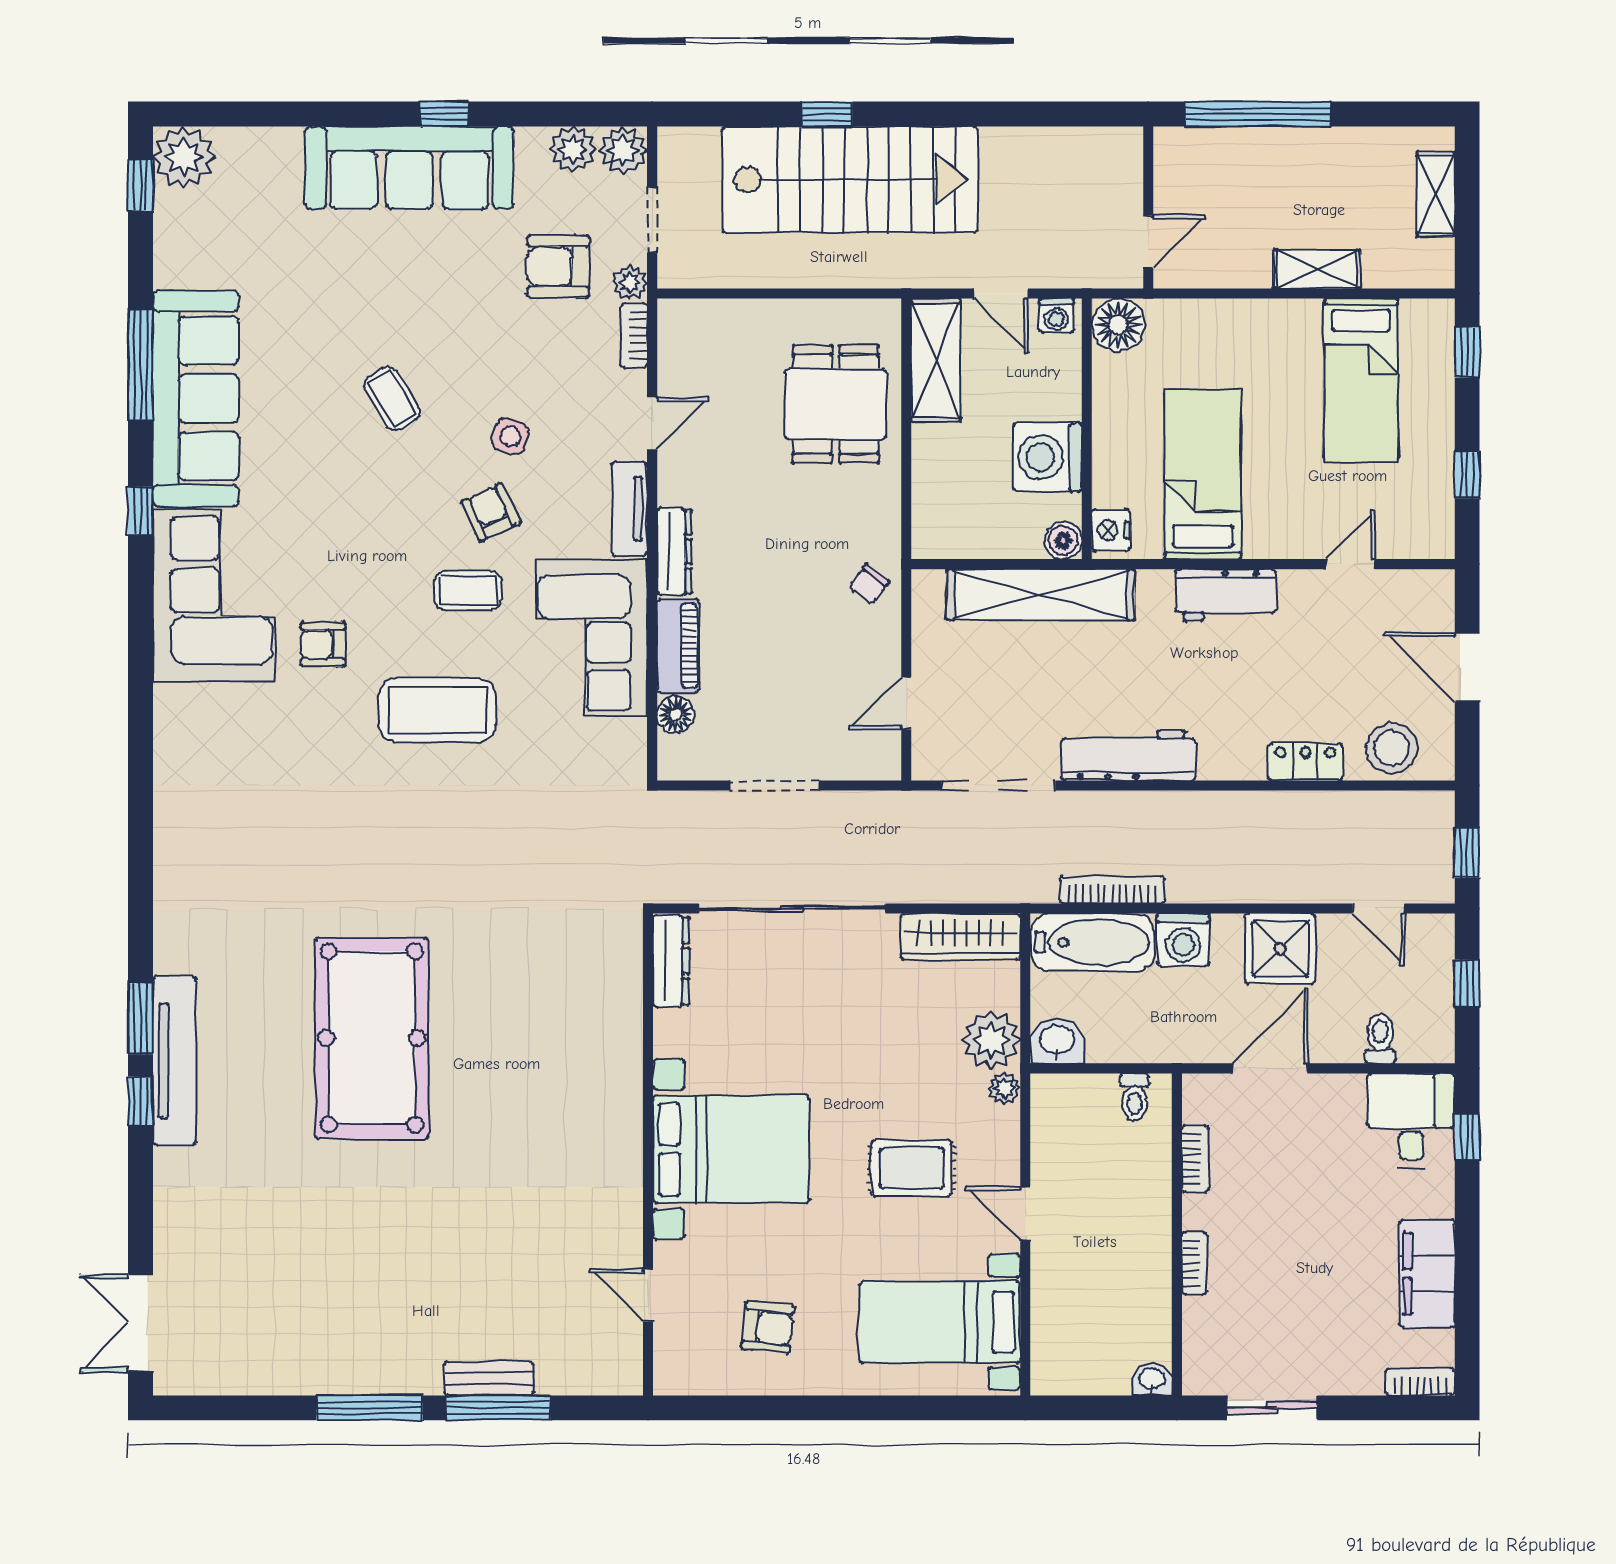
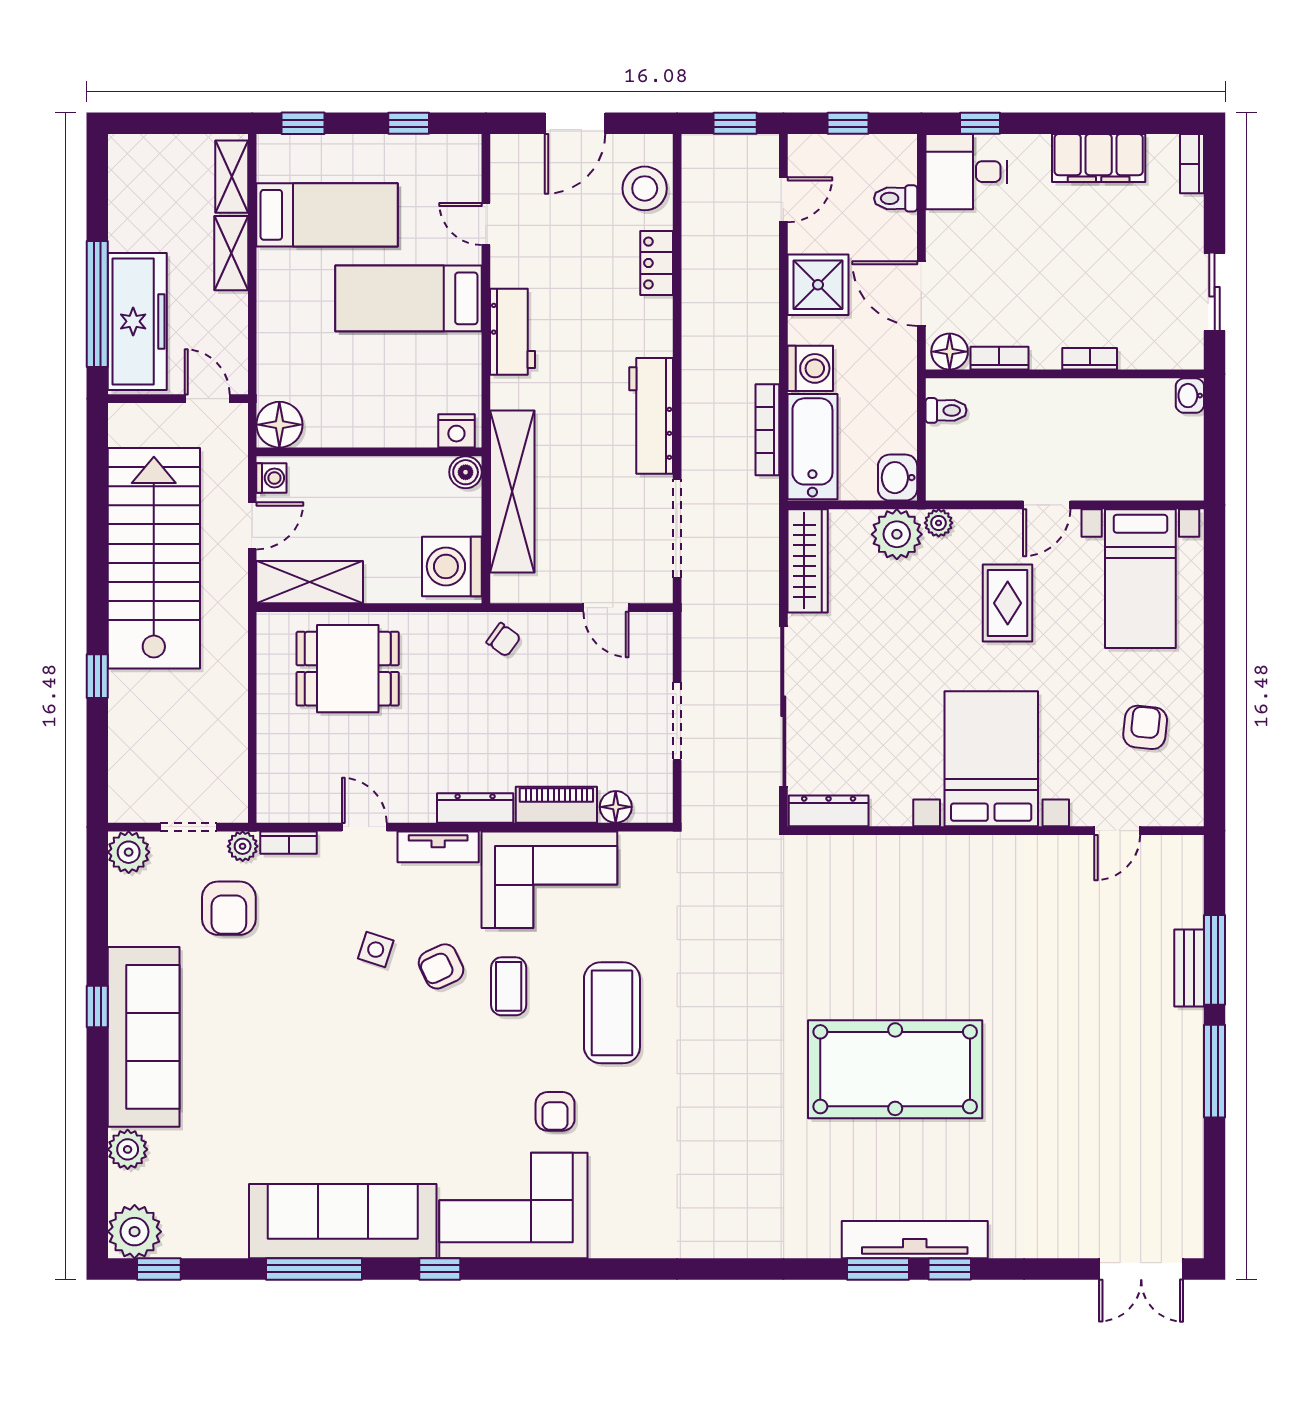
plant: (573, 149) -> (128, 1149), moved
freezer: (1238, 160) -> (137, 321), added
stairs: (850, 180) -> (154, 558), moved
shelving: (1436, 194) -> (232, 177), moved, turned 90
coffee table: (392, 399) -> (343, 1052), removed
washing machine: (1047, 457) -> (452, 566), moved, turned 90
bed: (1203, 474) -> (408, 298), moved
floor lamp: (1203, 1101) -> (950, 352), added

